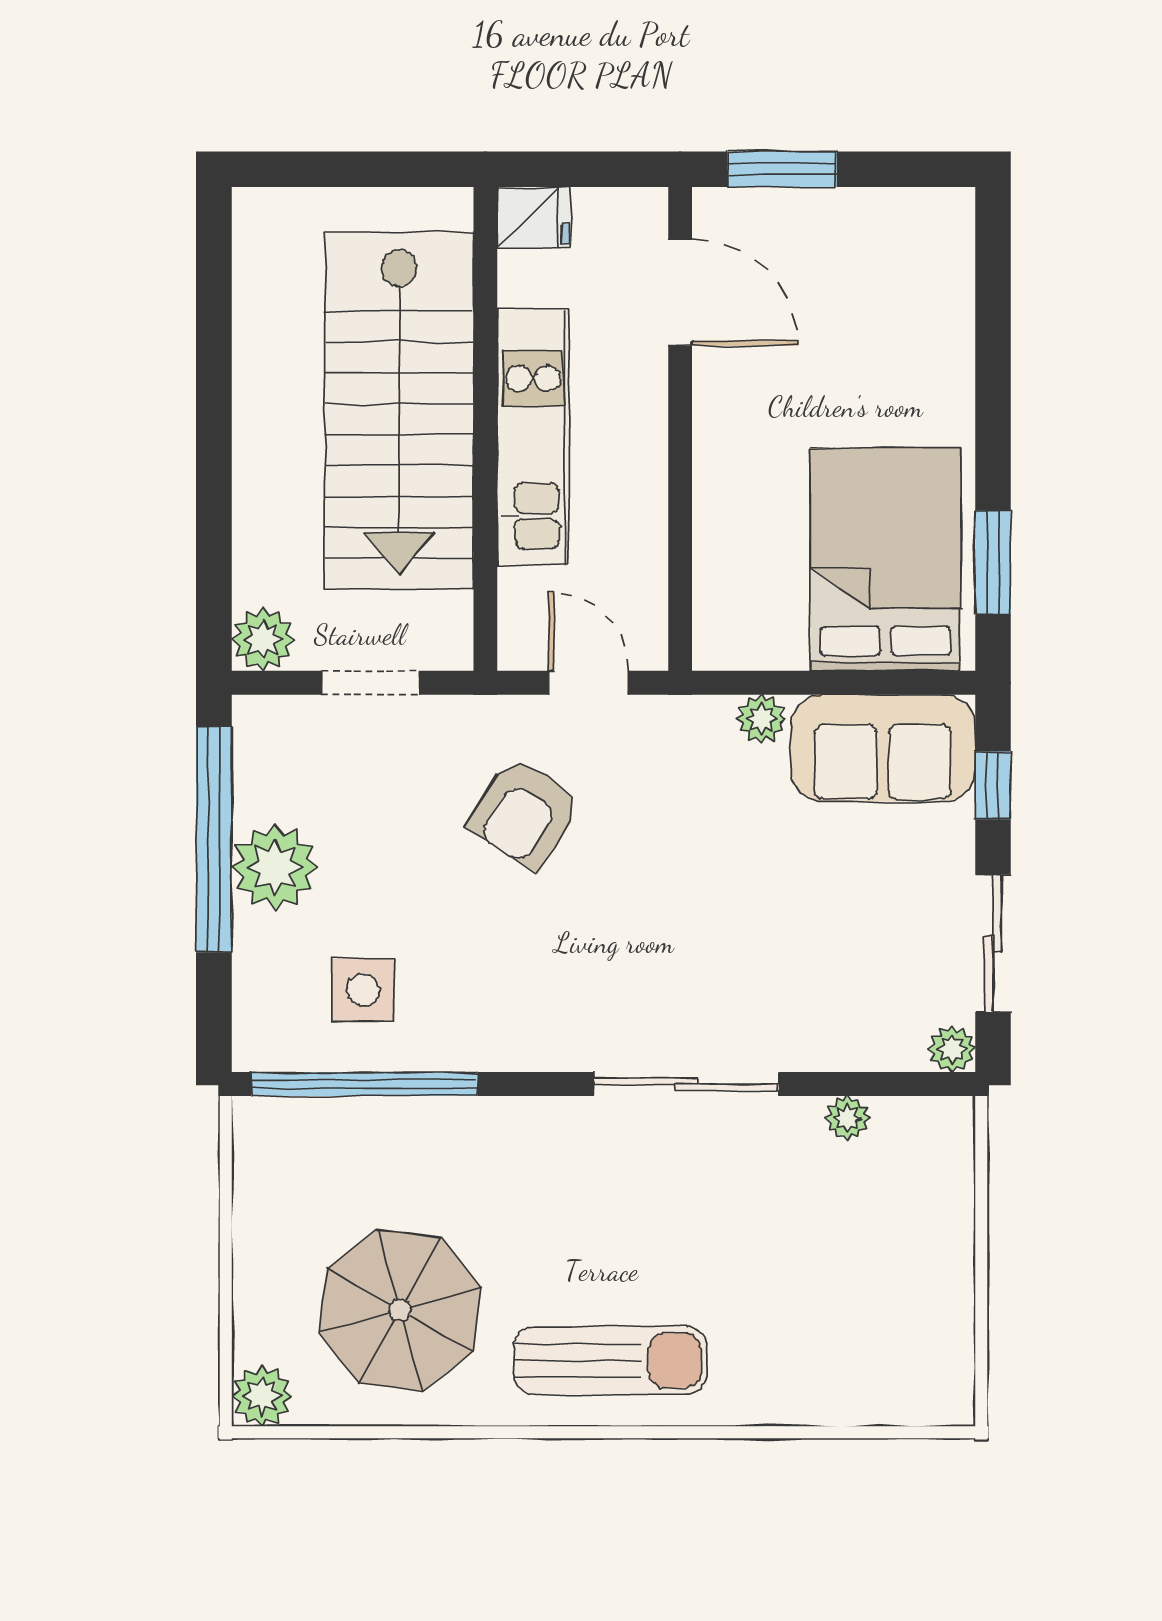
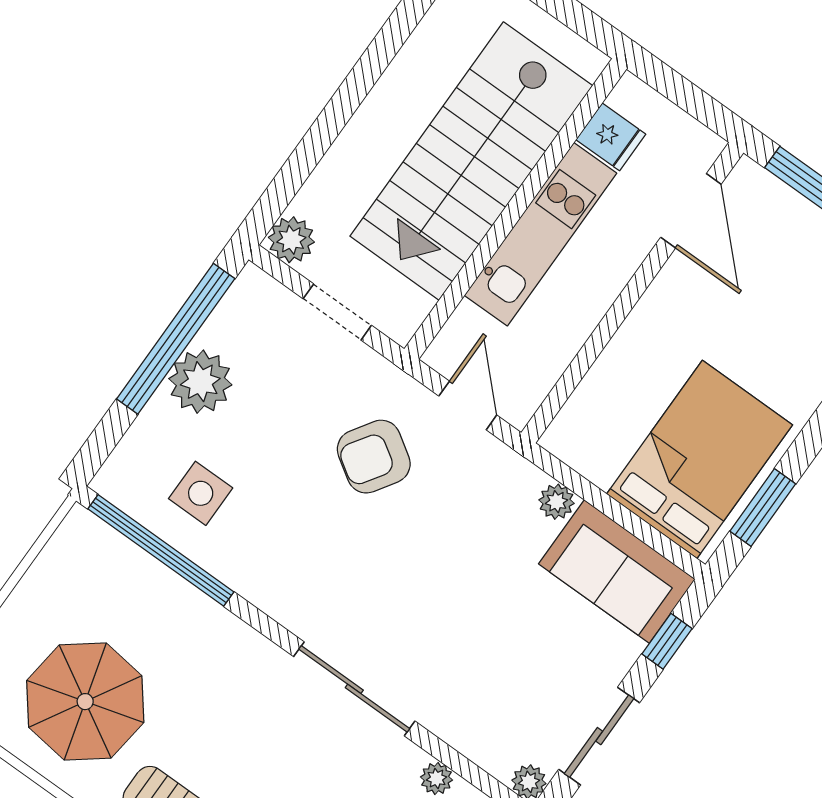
fridge: (534, 218) -> (611, 137), moved

